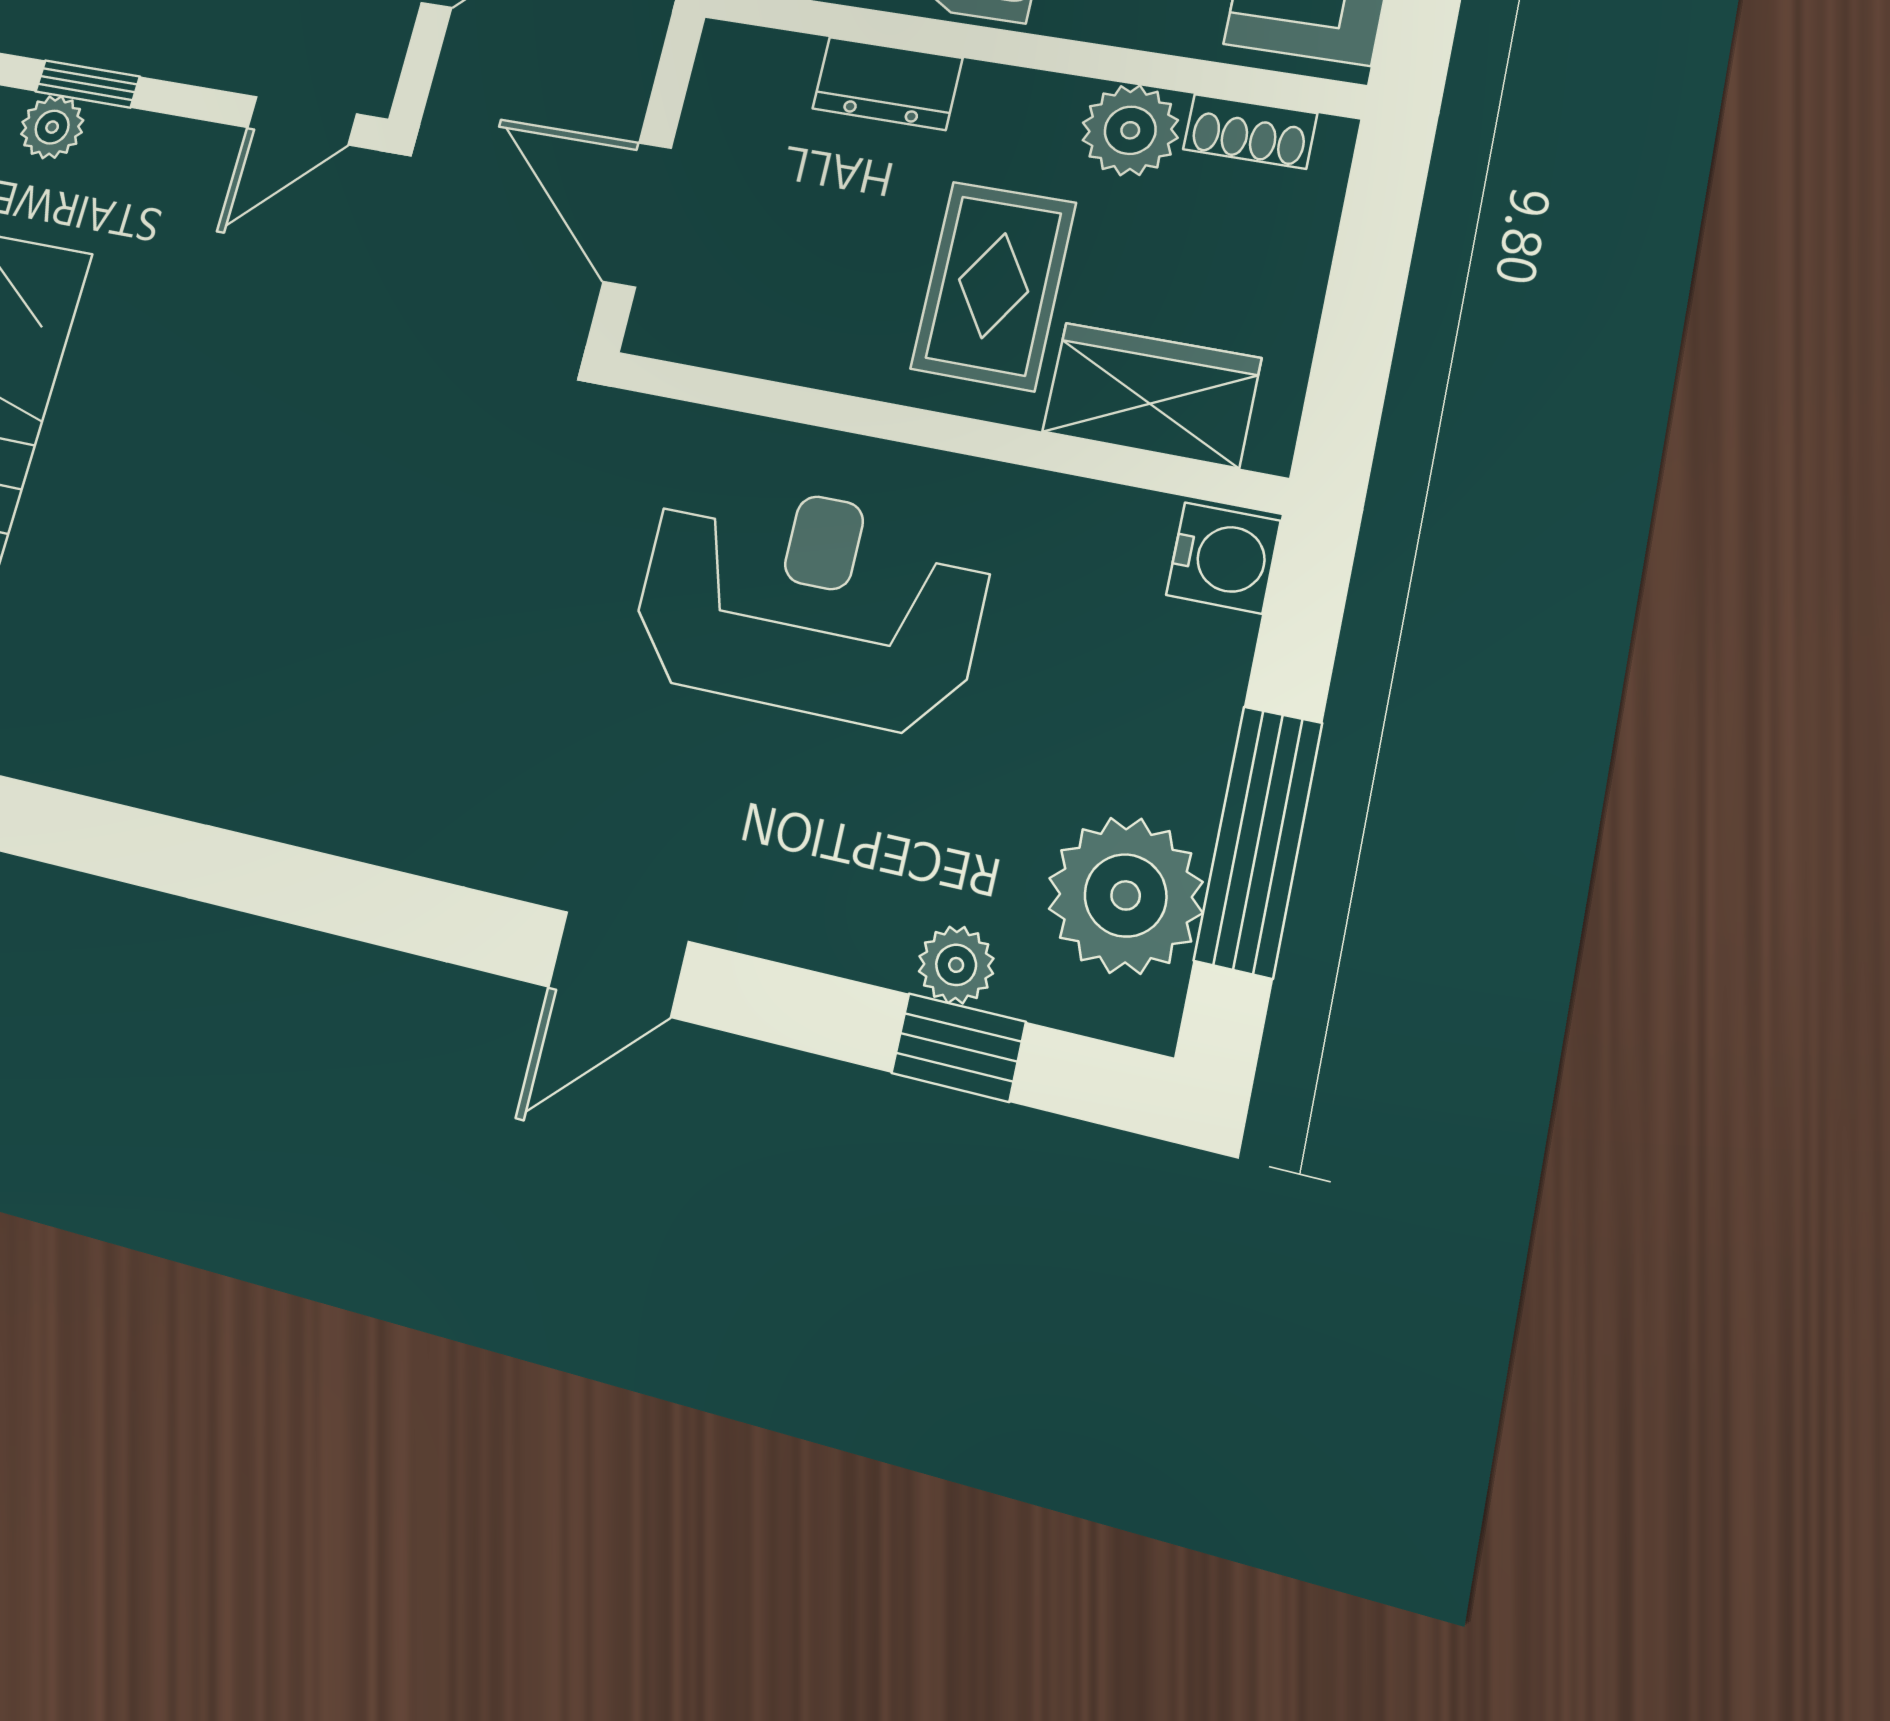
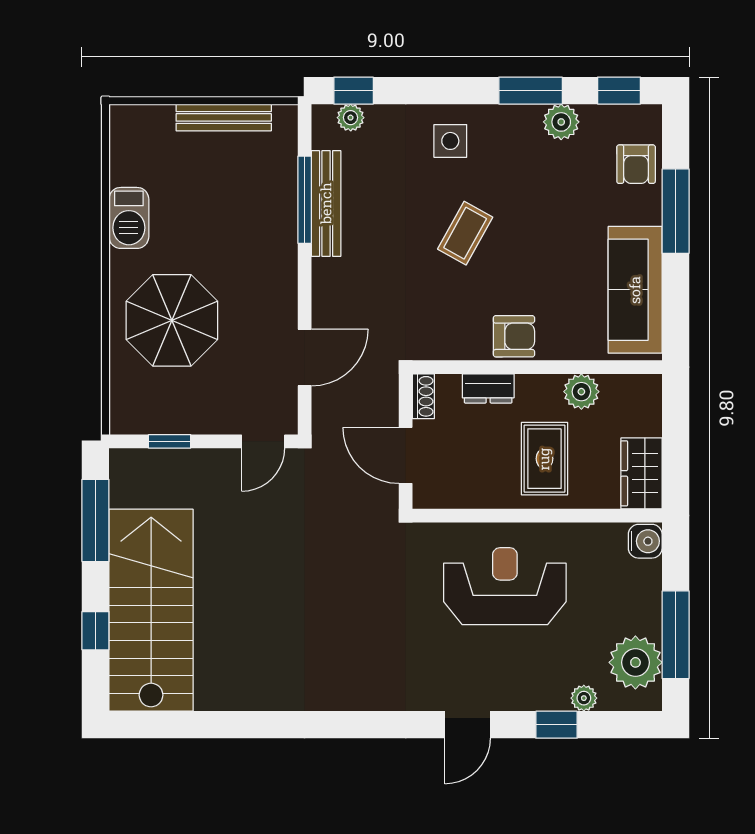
plant: (52, 127) -> (160, 461), removed
shoe rack: (1250, 131) -> (423, 396), moved, turned -90
wardrobe: (1152, 395) -> (642, 473), moved, turned -90
window: (959, 1047) -> (557, 725), moved

